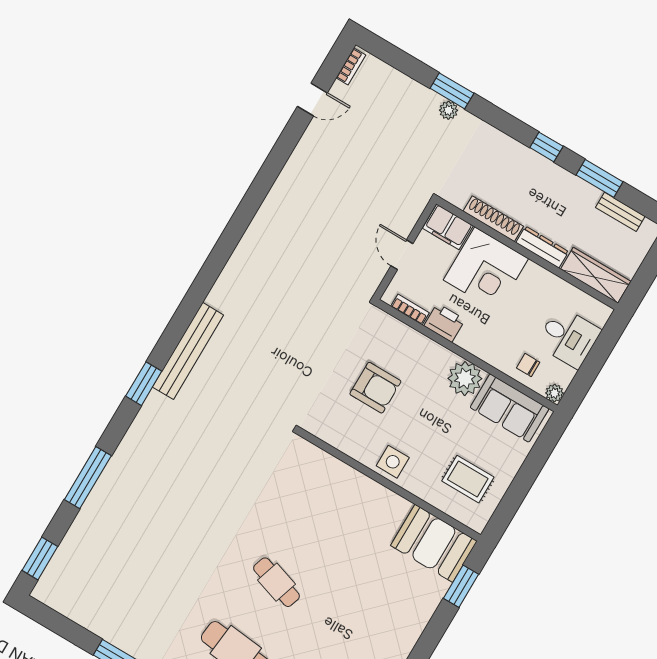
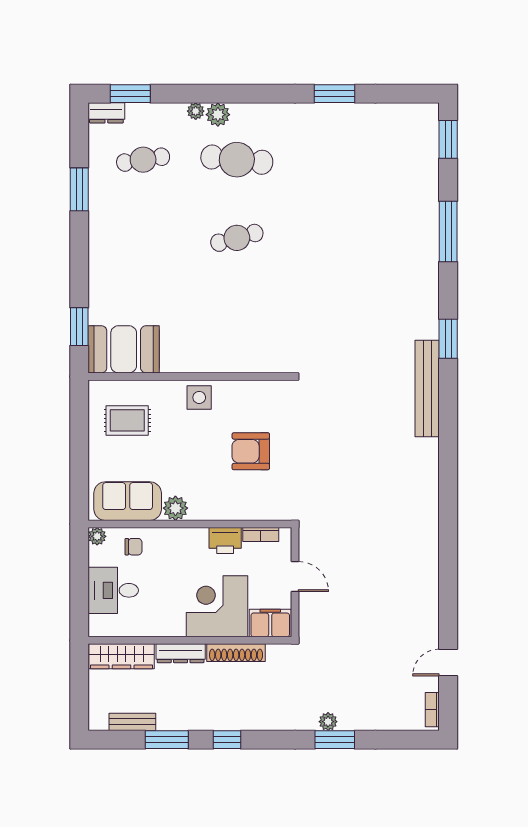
plant: (465, 379) -> (175, 508), width x0.73, depth x0.73
cafe table: (276, 582) -> (237, 238), turned -33

